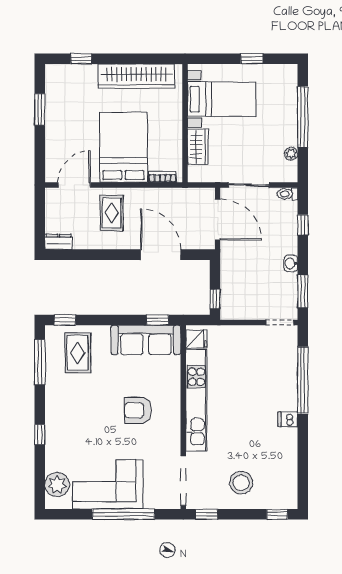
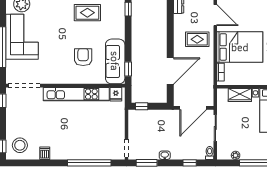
rug: (78, 353) -> (87, 13), moved
armchair: (138, 410) -> (83, 57), moved
dishwasher: (288, 420) -> (45, 153), moved
stool: (241, 483) -> (20, 145), moved

